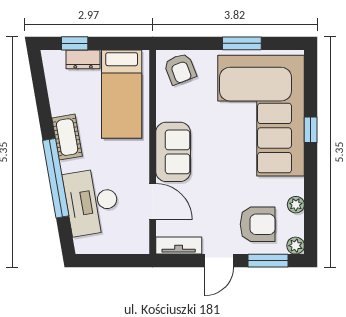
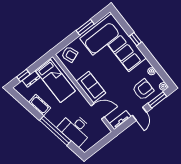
cot: (67, 137) -> (40, 105), moved

